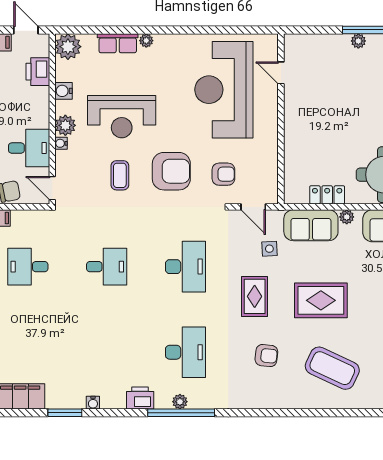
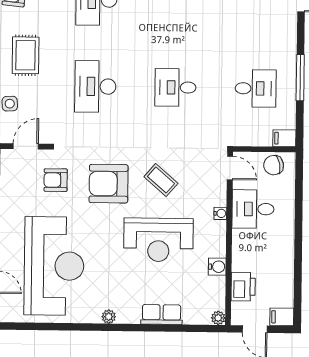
plant: (146, 41) -> (109, 317), moved
plant: (68, 47) -> (218, 318), width x0.53, depth x0.53
reception desk: (122, 117) -> (158, 240), turned 180
plant: (65, 125) -> (216, 232), removed
coffee table: (120, 175) -> (161, 180), turned -49
door: (253, 207) -> (26, 146), hinge flipped

